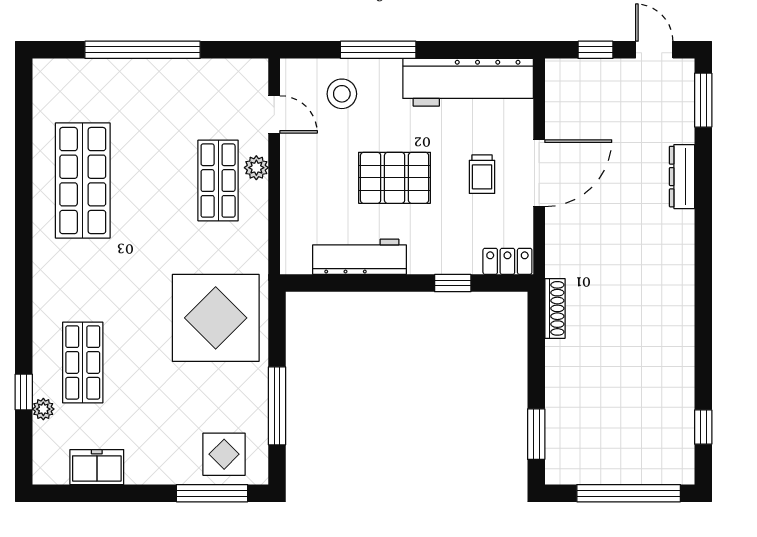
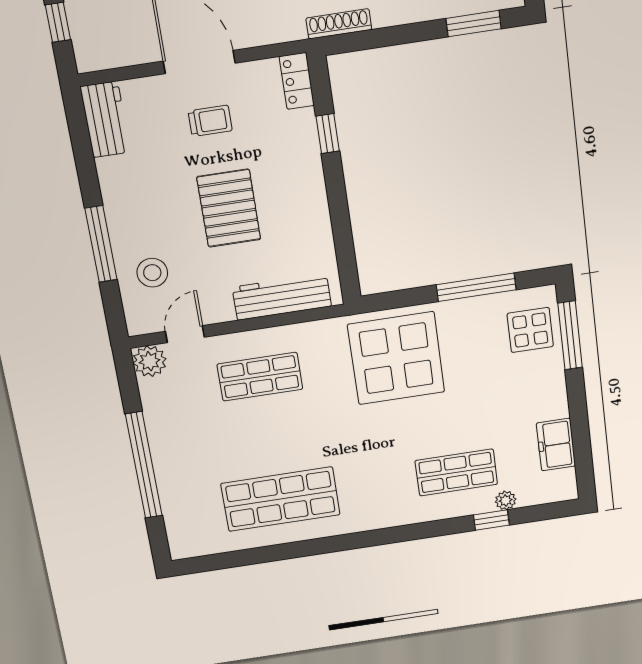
workbench: (468, 82) -> (105, 119), width x0.53, depth x0.76
plant: (256, 168) -> (150, 361), moved, width x1.38, depth x1.38
workbench: (360, 257) -> (282, 297), moved, turned 90

